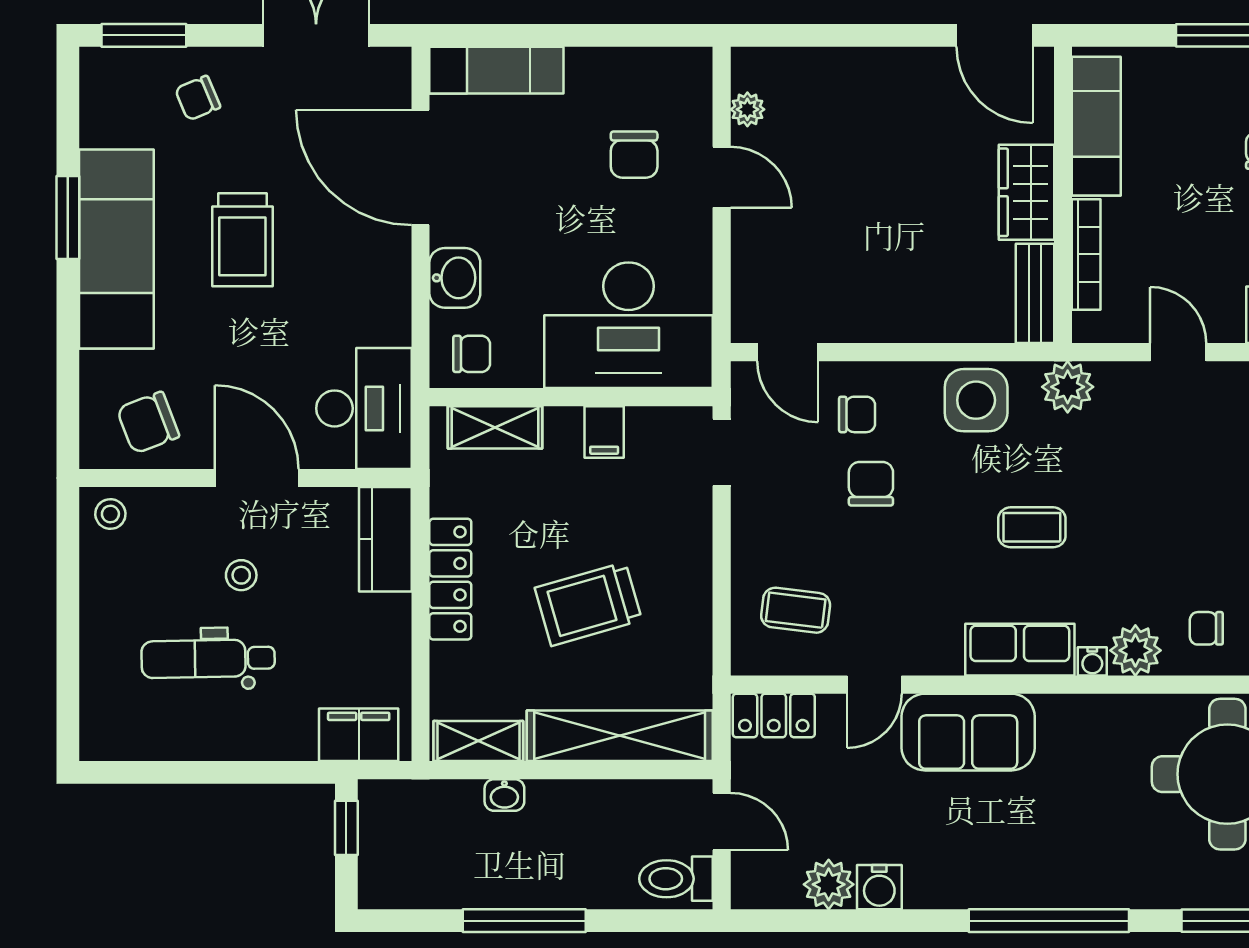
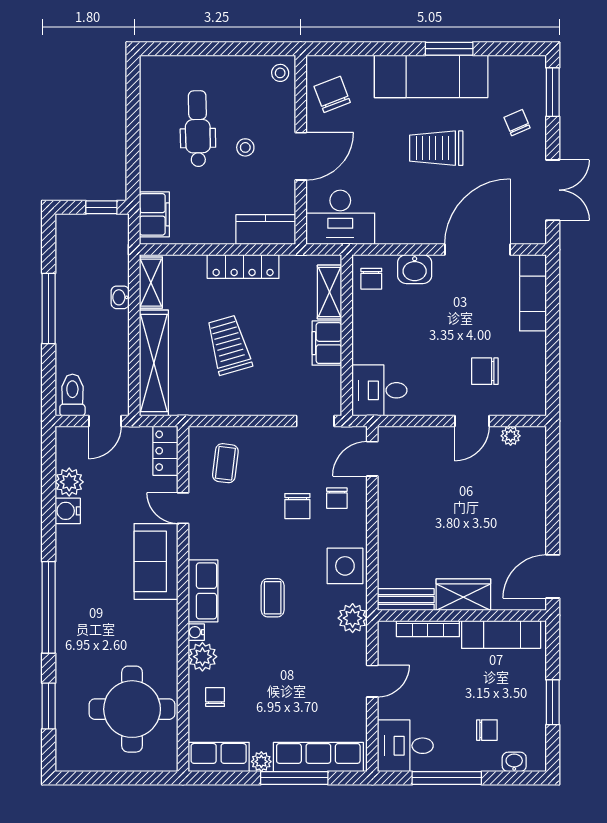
desk: (629, 325) -> (379, 390), width x0.53, depth x0.77
filing cabinet: (604, 432) -> (327, 343), width x2.00
chair: (871, 484) -> (297, 506), turned 90

